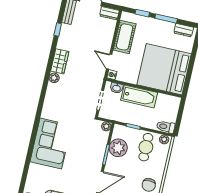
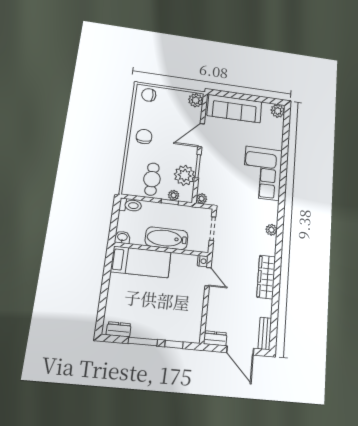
window: (58, 29) -> (275, 309), removed
cot: (125, 37) -> (193, 310), removed
wardrobe: (60, 61) -> (266, 277), width x1.50
bed: (164, 69) -> (141, 262), width x0.49
plant: (54, 78) -> (271, 230), moved
washbasin: (117, 88) -> (122, 237), moved
plant: (164, 139) -> (174, 195), moved

